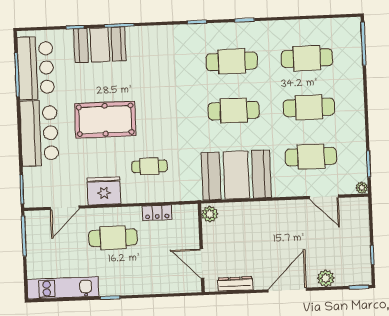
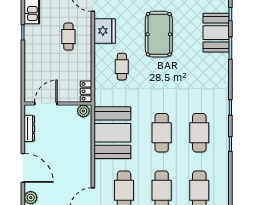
locker: (157, 213) -> (86, 91), moved
cafe table: (113, 238) -> (68, 37), width x0.73, depth x0.74

